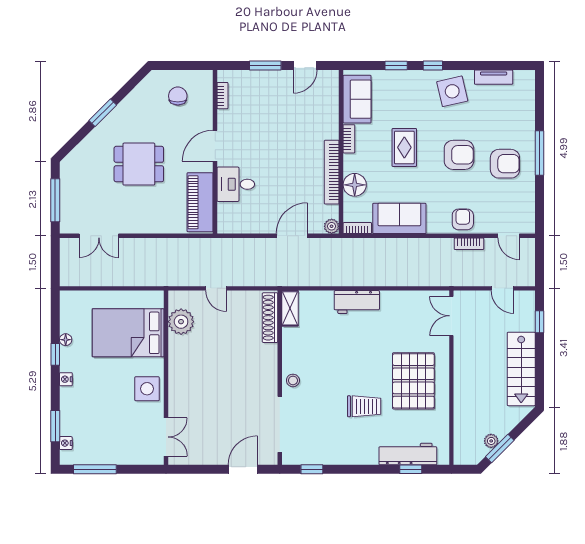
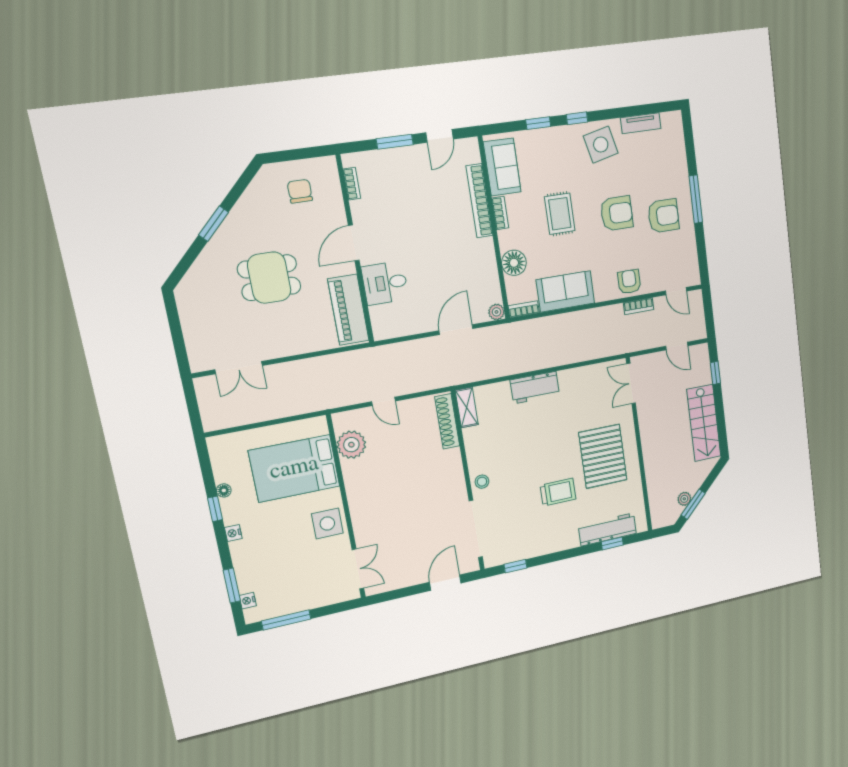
bookcase: (332, 172) -> (479, 201), moved
window: (55, 200) -> (177, 336), removed

